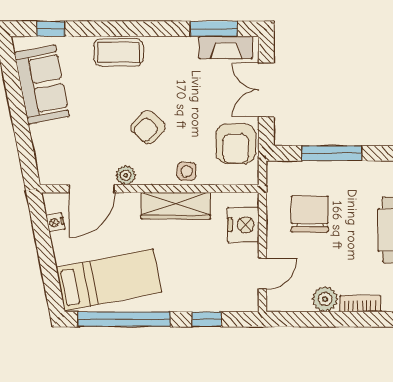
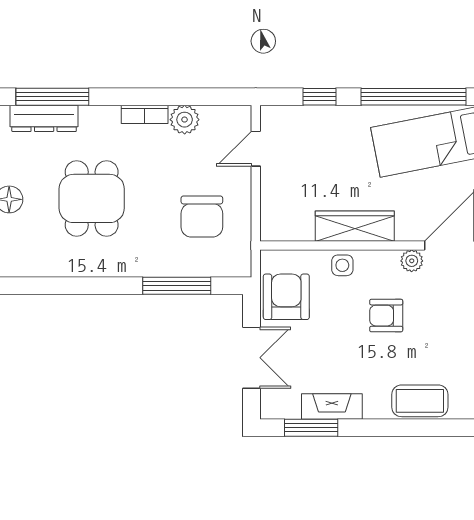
fireplace: (226, 47) -> (332, 406), moved
armchair: (148, 127) -> (386, 316), turned -133
nightstand: (243, 225) -> (278, 204), removed

